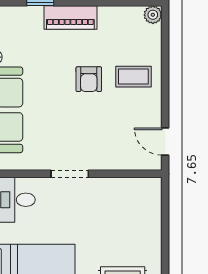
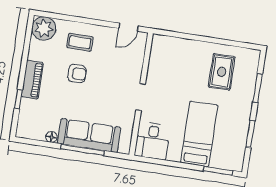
plant: (153, 15) -> (44, 28), width x1.88, depth x1.88
coffee table: (133, 77) -> (80, 42), turned 90

